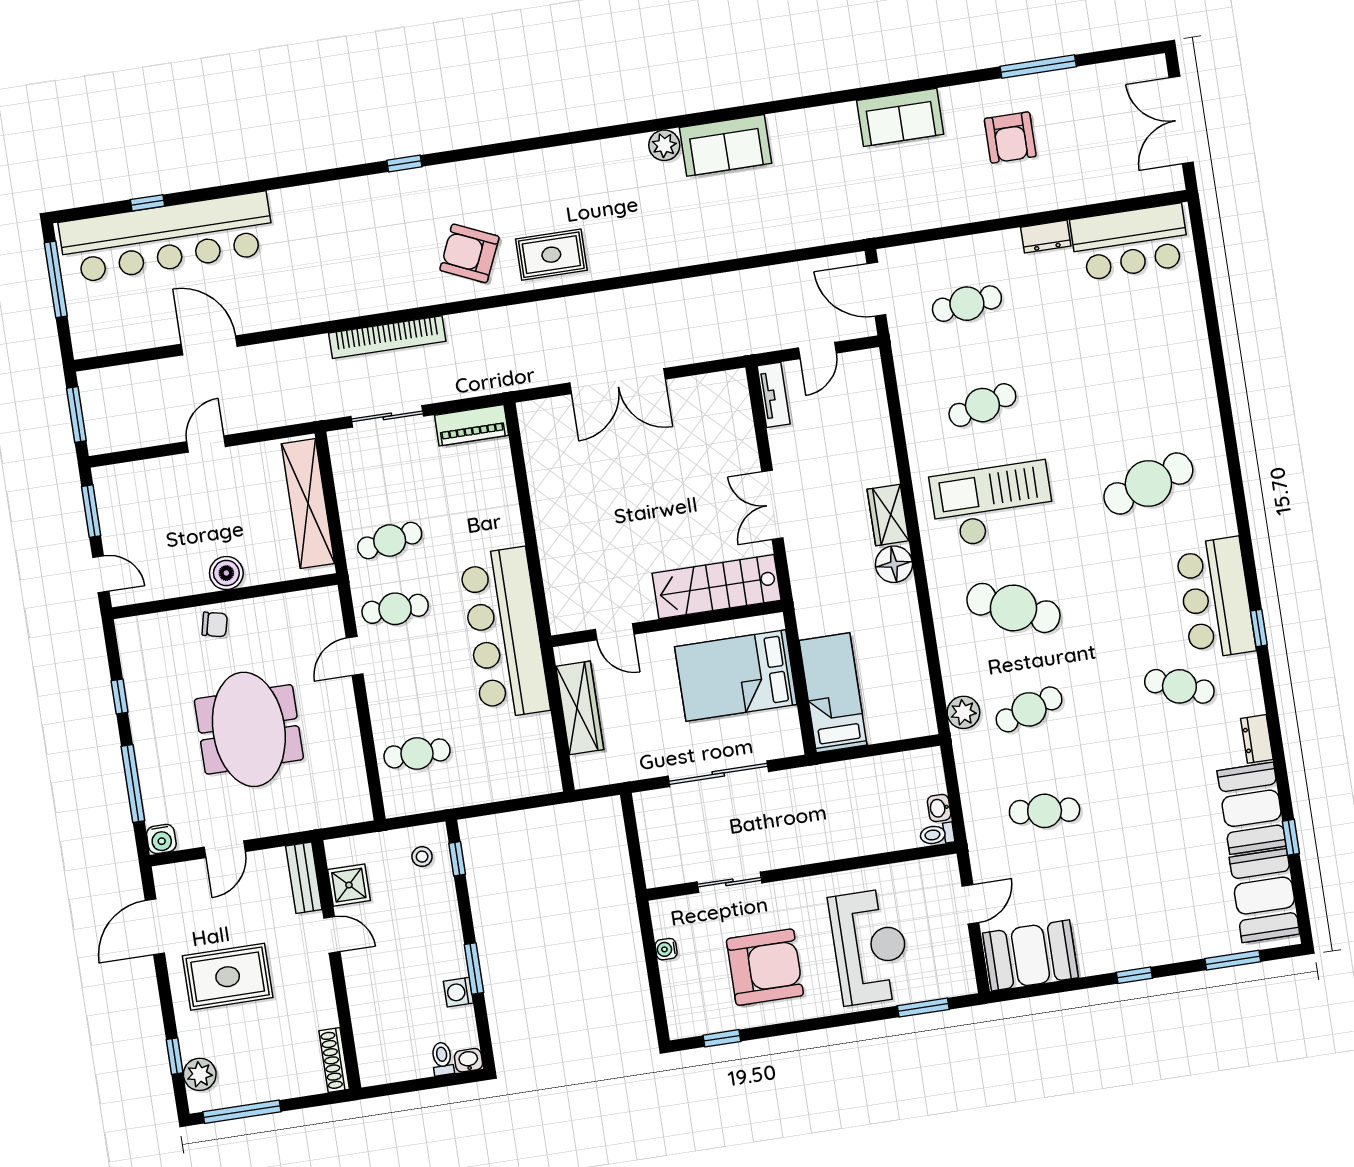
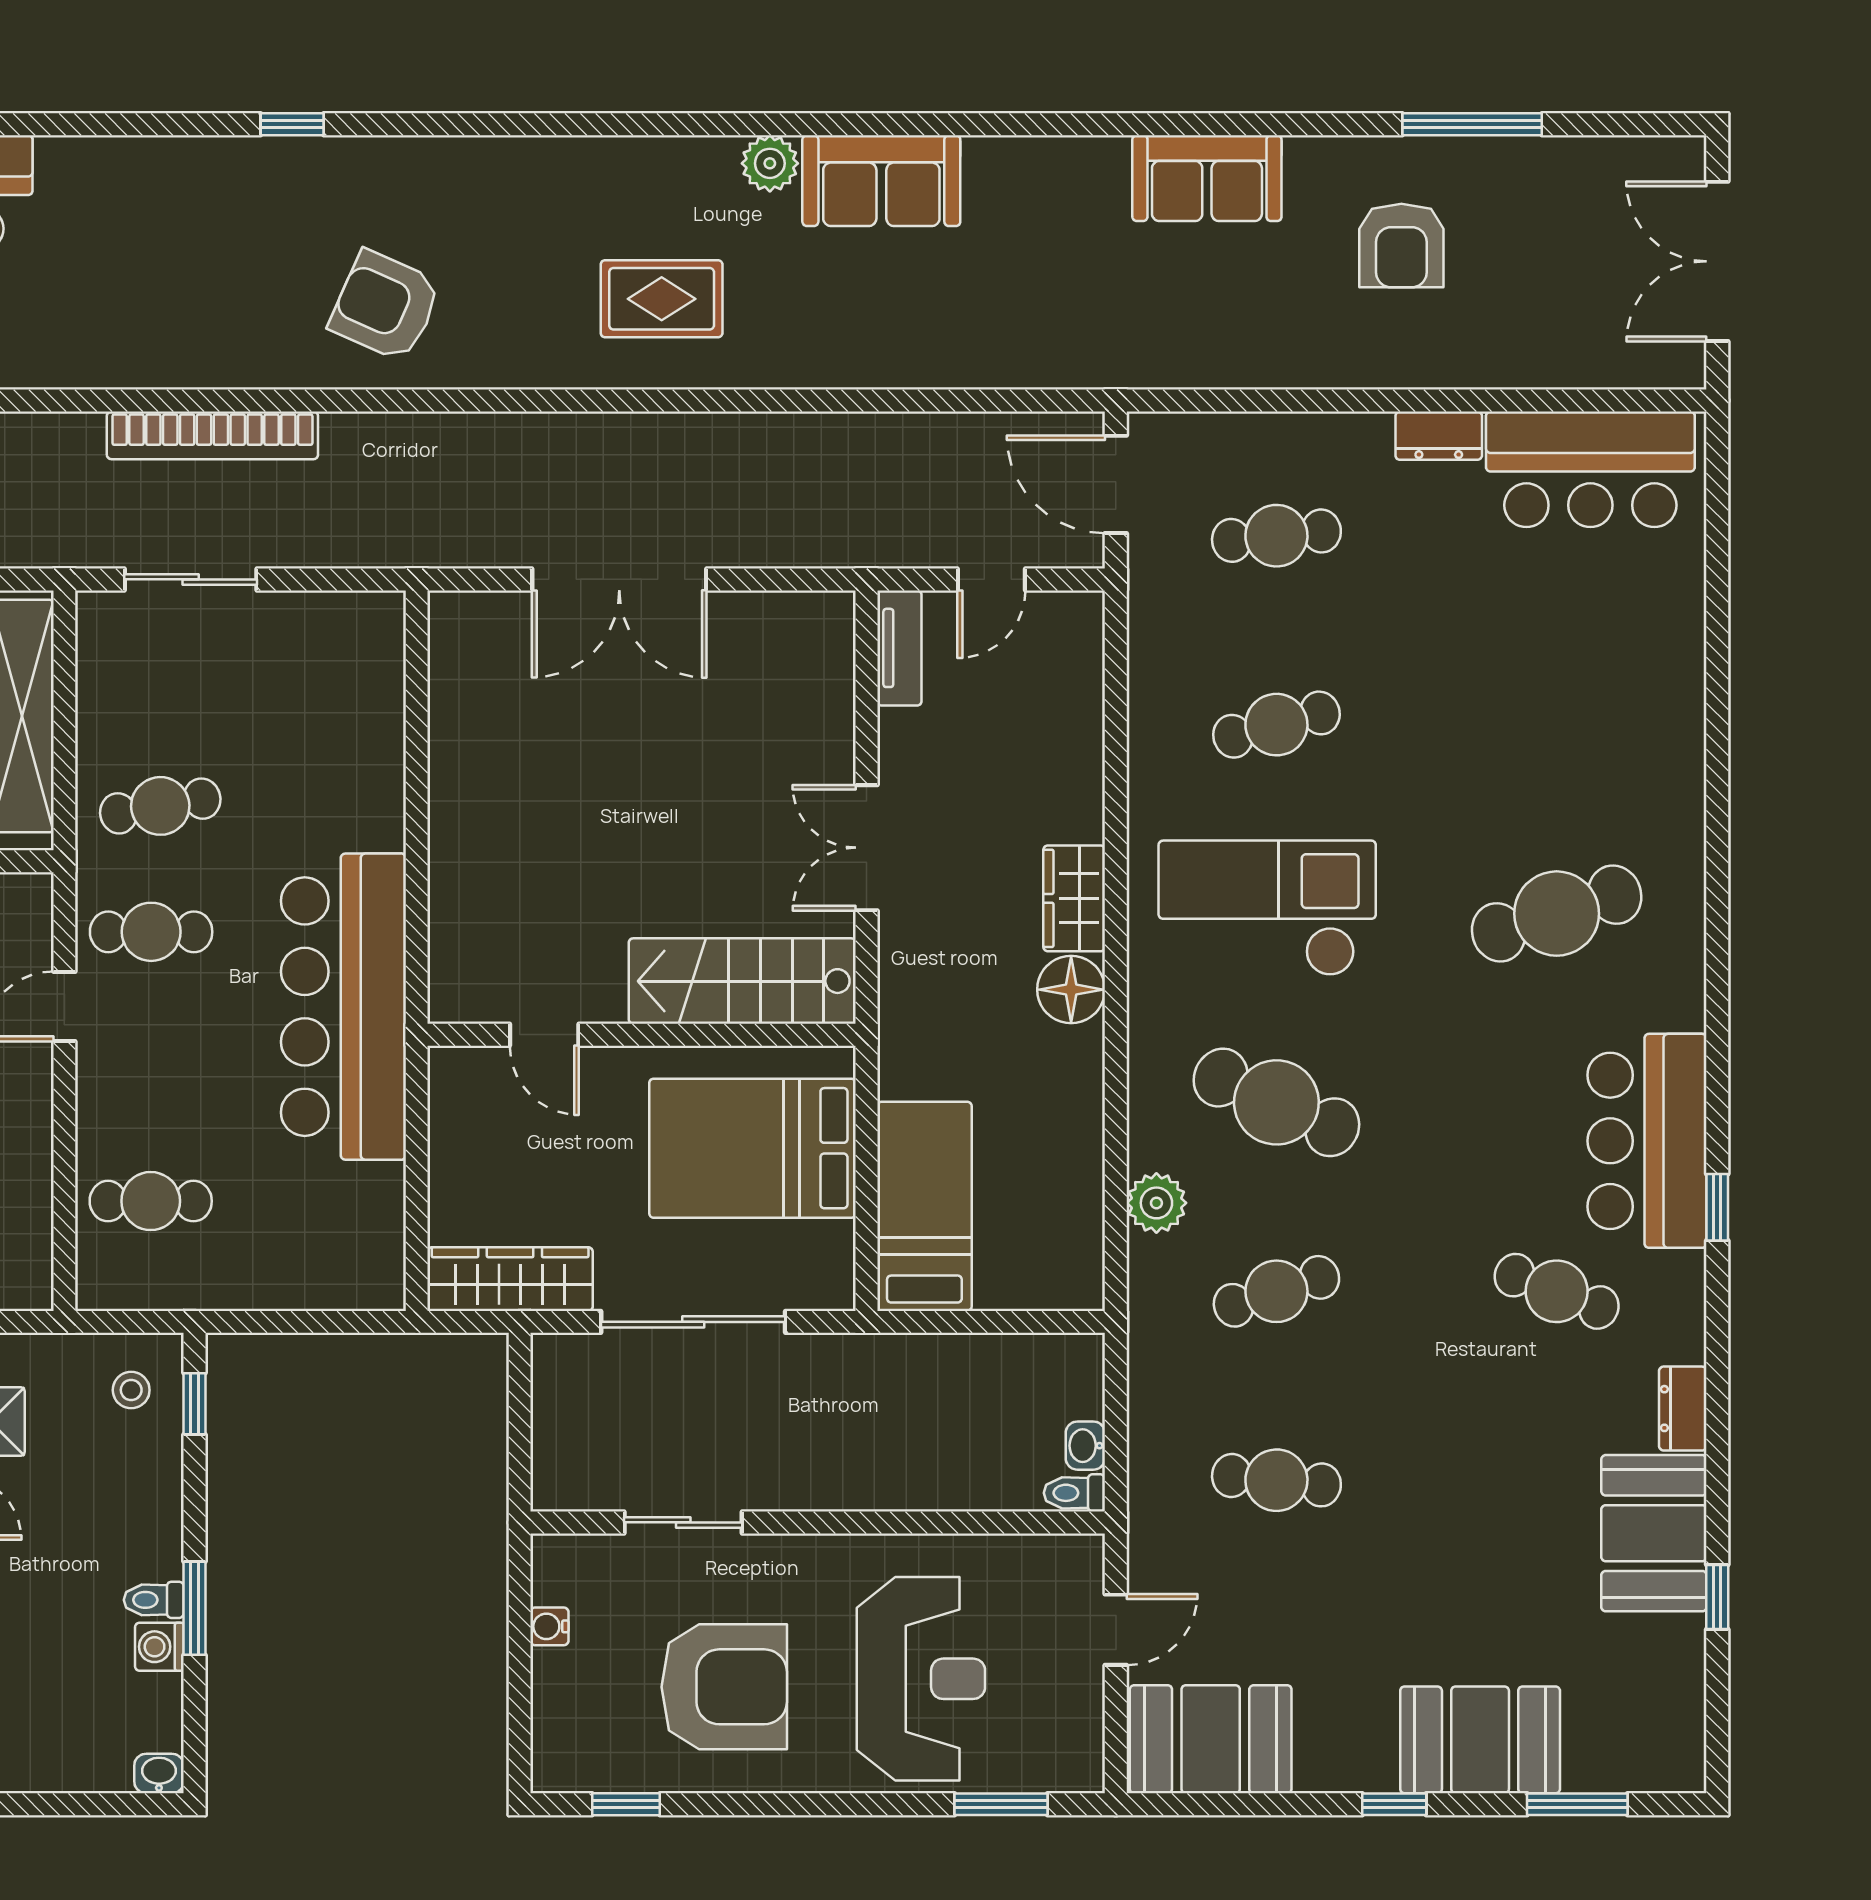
rug: (551, 255) -> (662, 299), moved
piano: (472, 425) -> (341, 619), removed
wardrobe: (580, 708) -> (510, 1279), moved, turned -90
plant: (963, 712) -> (1156, 1203), moved
booth: (1264, 896) -> (1480, 1740), moved, turned 90
toilet: (442, 1059) -> (154, 1600), moved, turned -90

